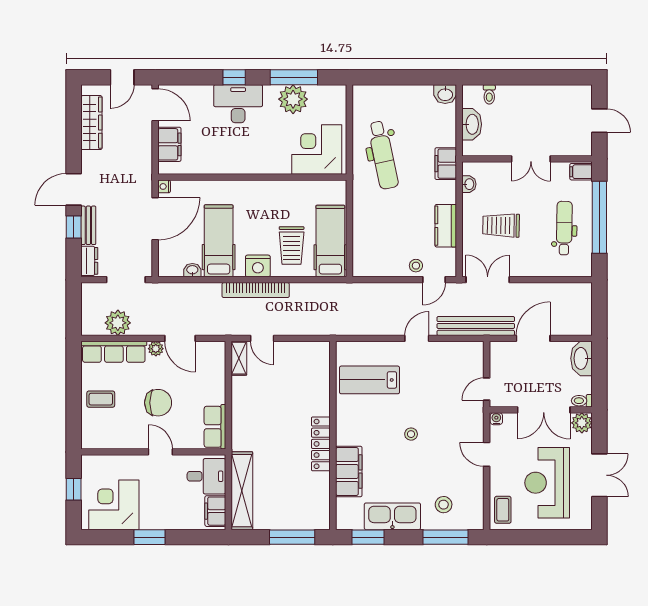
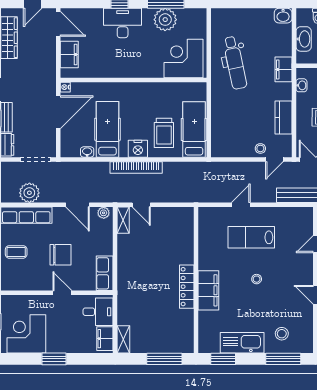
door: (417, 338) -> (241, 205), moved
plant: (156, 349) -> (104, 213), moved
lab bench: (369, 380) -> (251, 237), moved
filing cabinet: (349, 472) -> (208, 290), moved
shelving: (242, 491) -> (123, 339), width x0.45, depth x0.75

